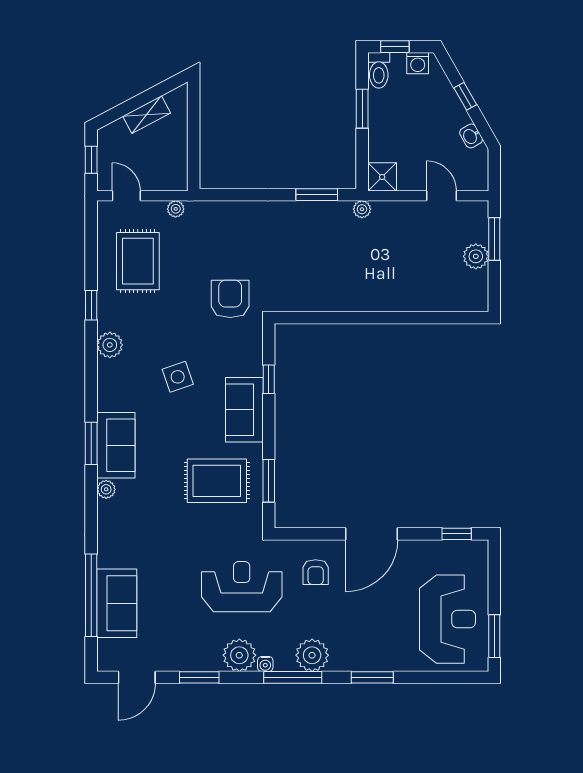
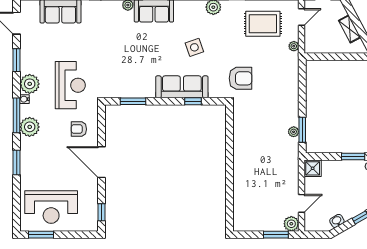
plant: (362, 209) -> (294, 132), moved
plant: (476, 256) -> (291, 224), moved
sofa: (244, 410) -> (182, 87), width x1.36
rug: (217, 481) -> (133, 70), removed

